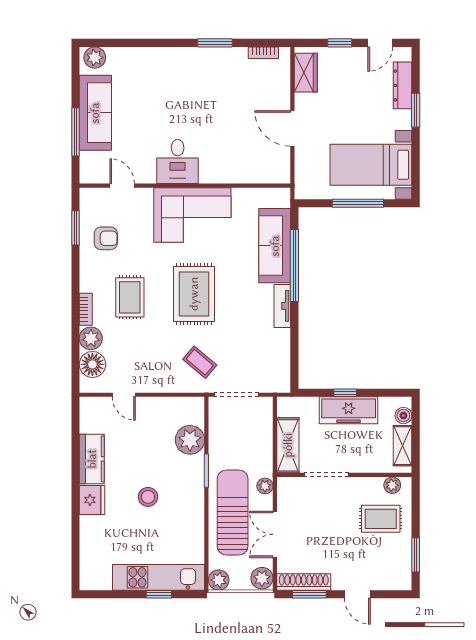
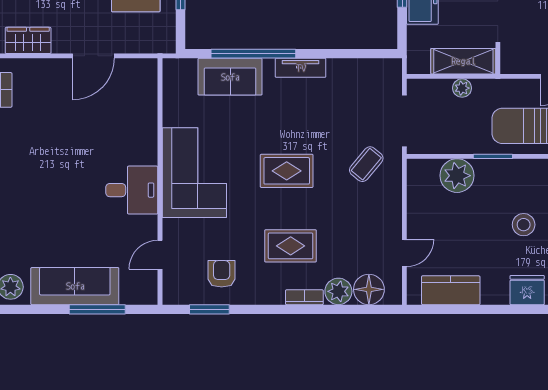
sofa: (275, 246) -> (230, 77), width x0.73
rug: (194, 294) -> (287, 171), width x0.73, depth x0.70
kitchen counter: (92, 459) -> (451, 290), moved
plant: (265, 486) -> (462, 88), moved

